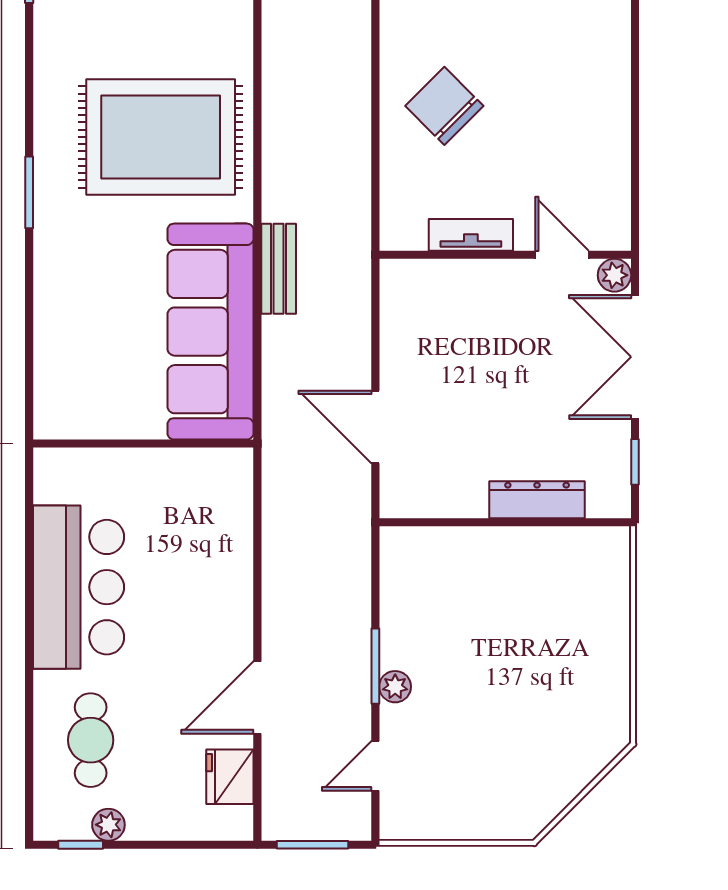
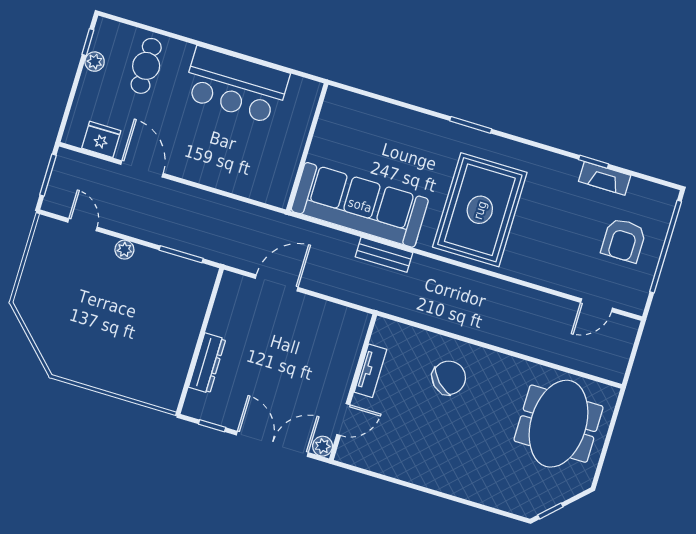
window: (375, 666) -> (181, 254), moved
cafe table: (91, 740) -> (146, 66), turned 90

